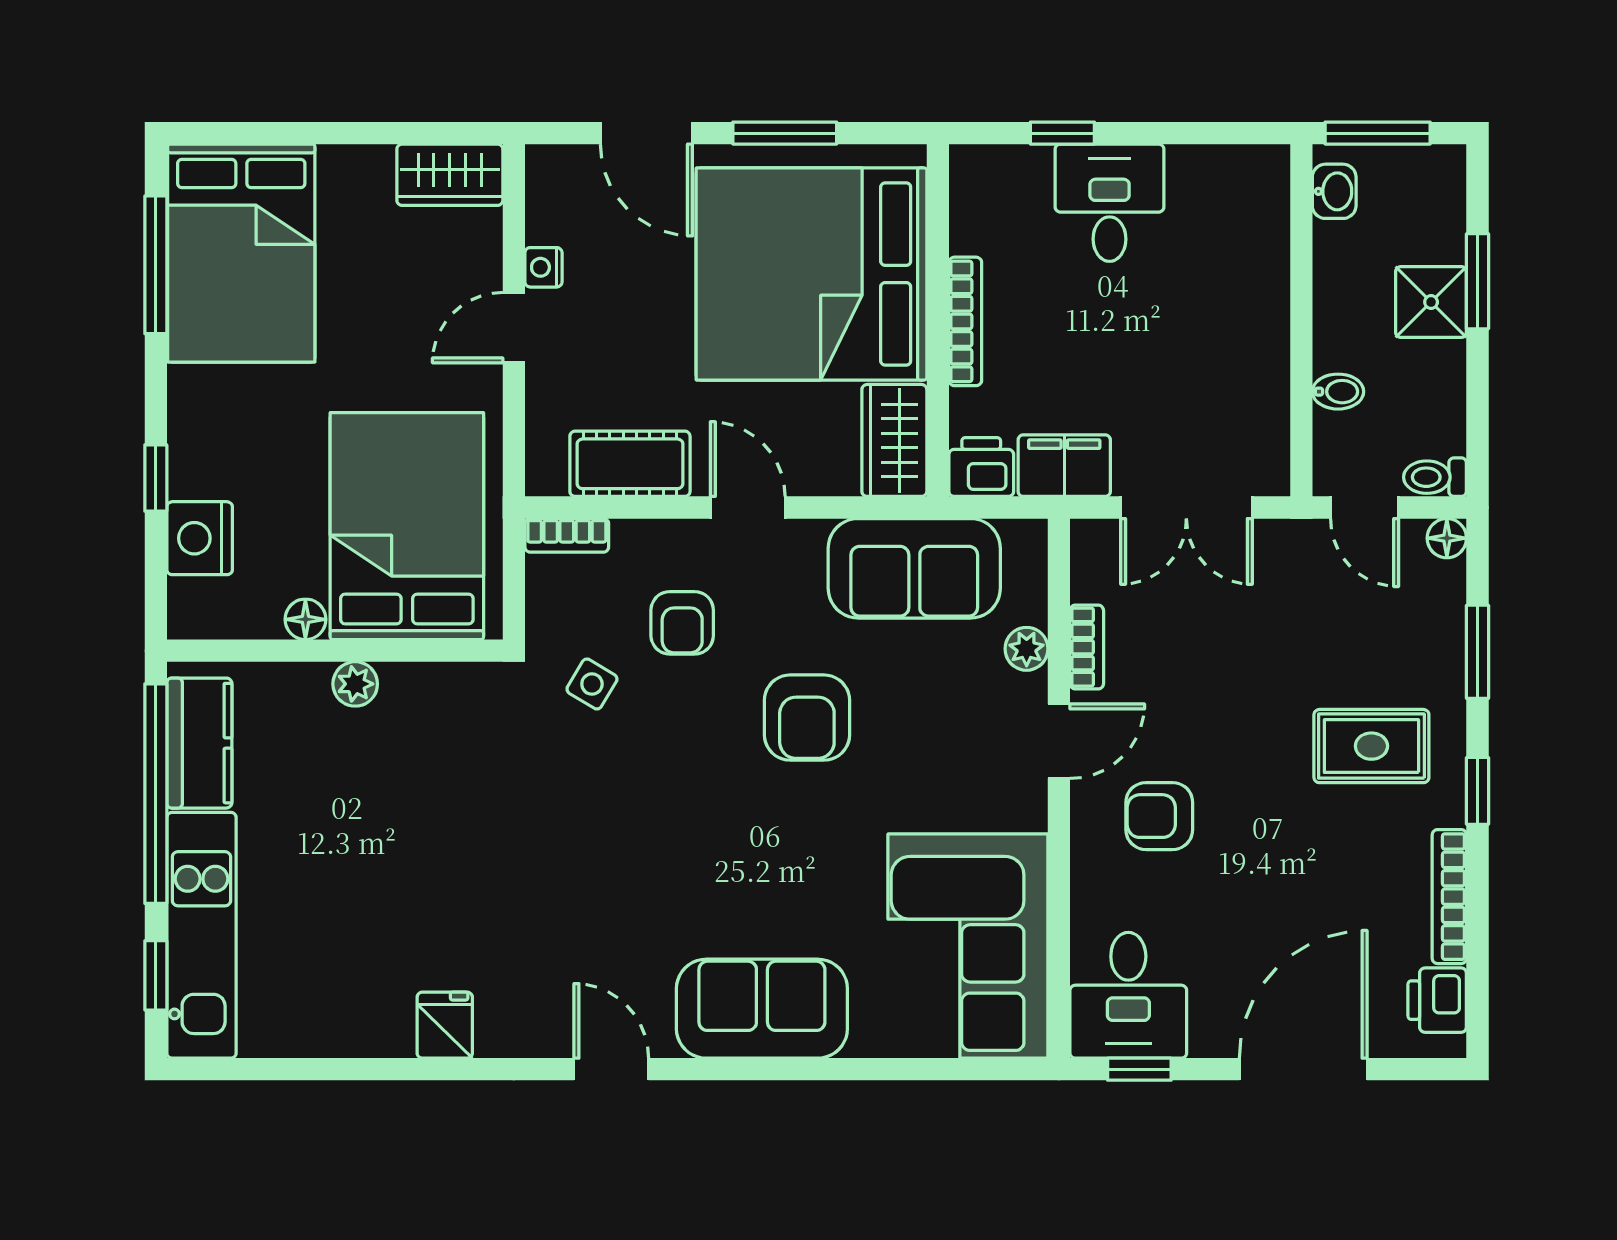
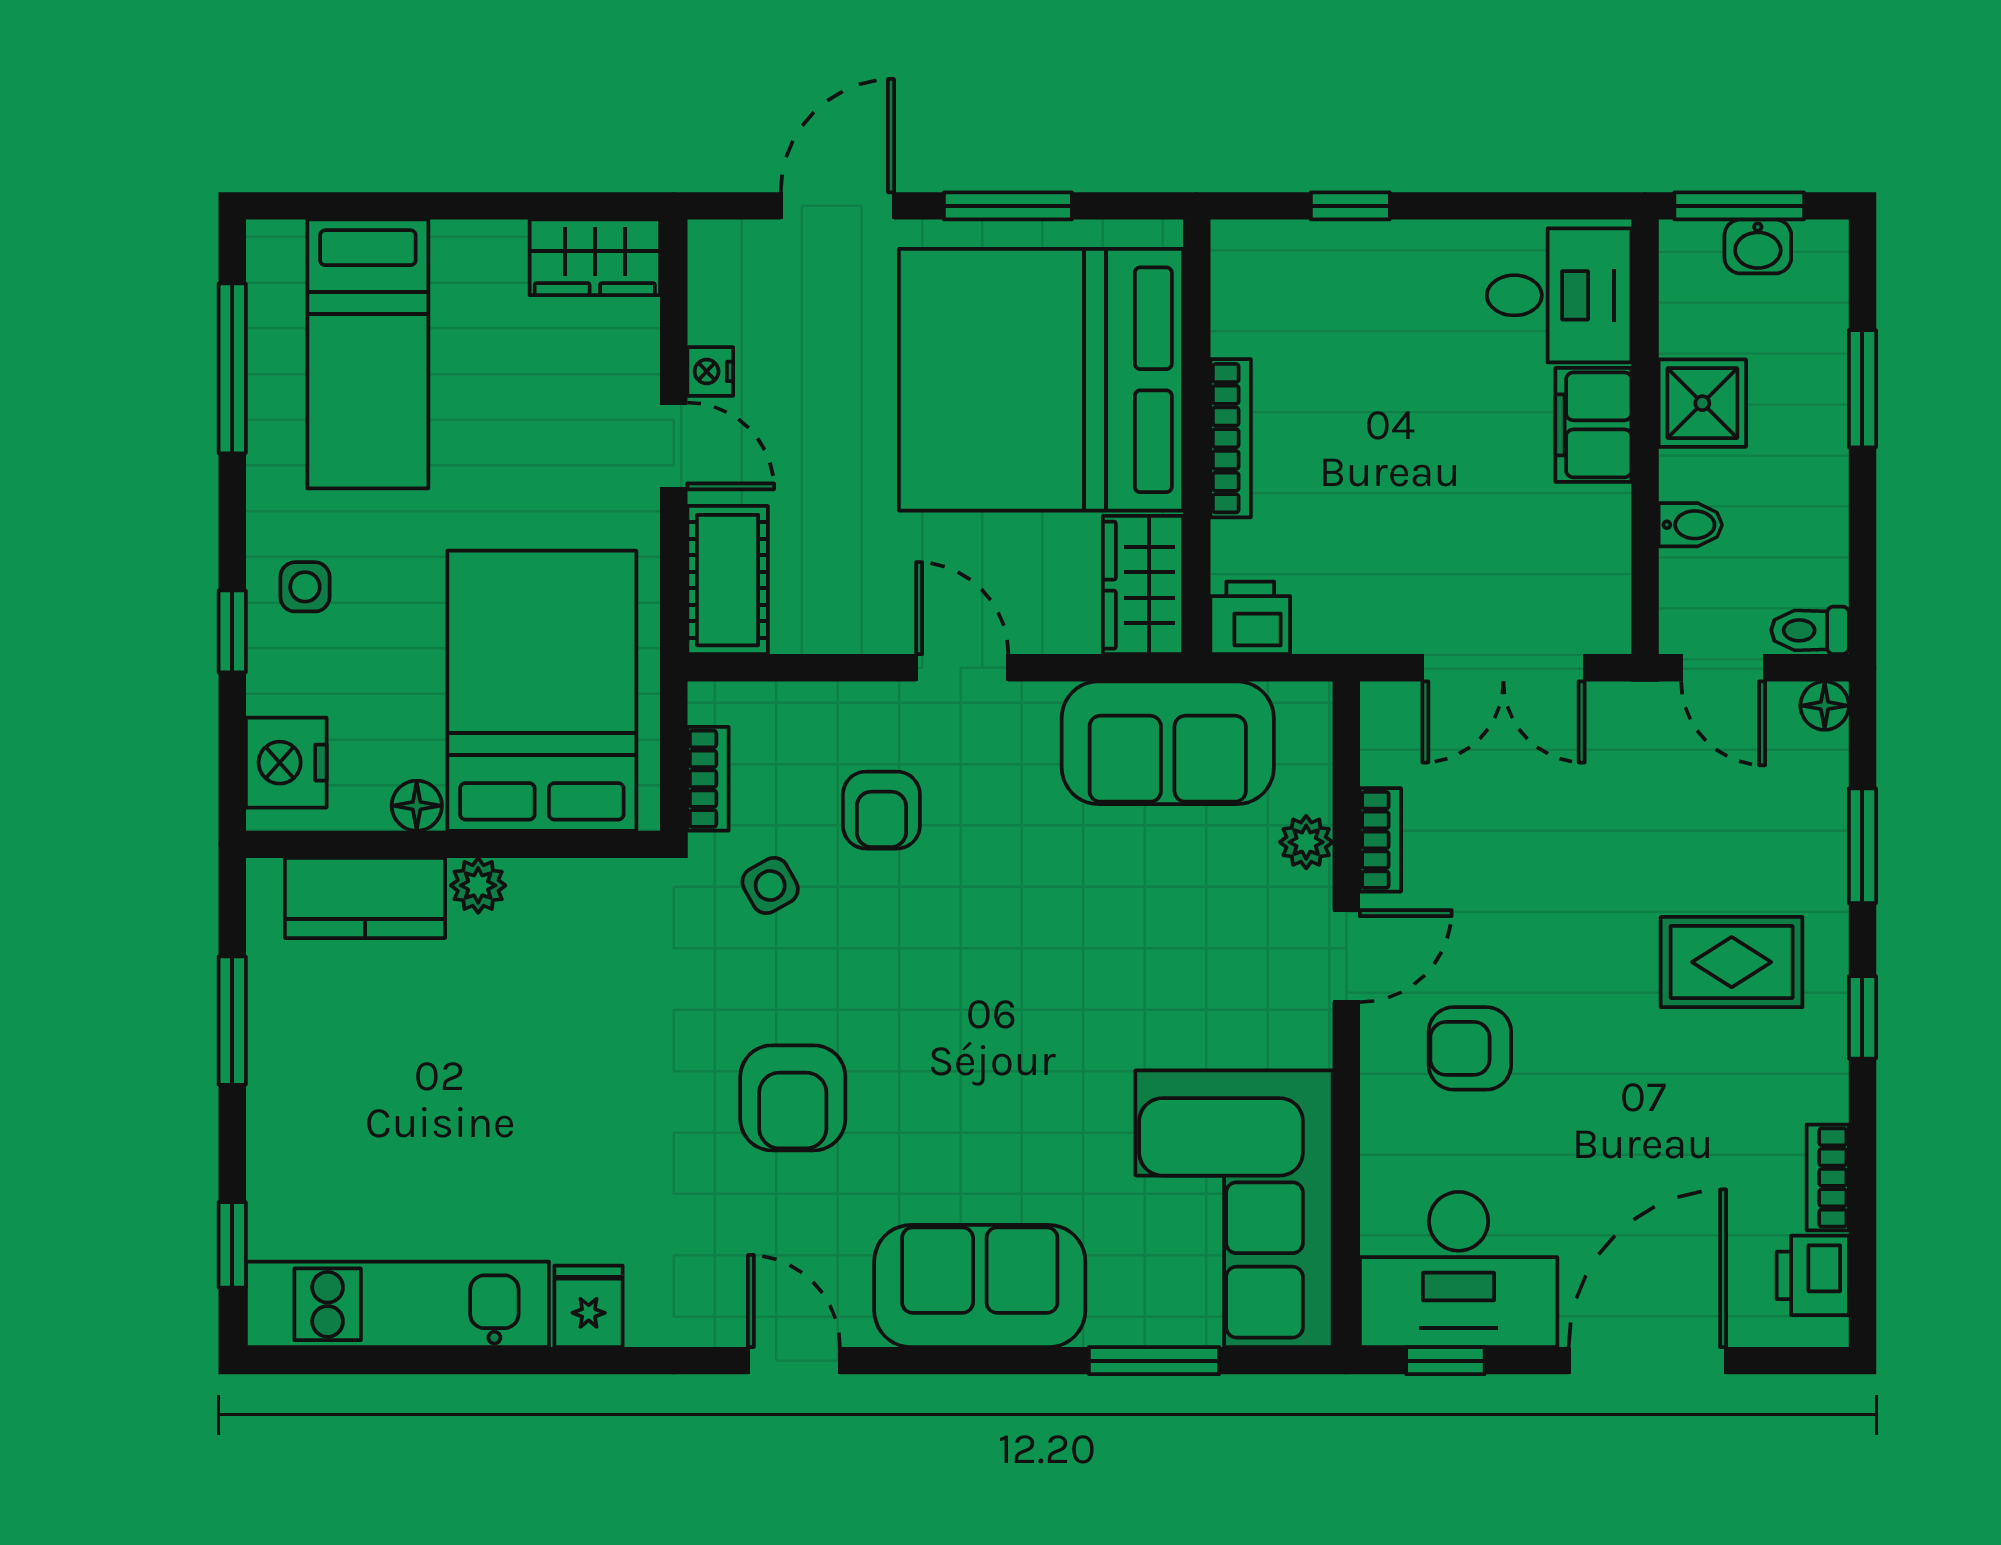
door: (646, 133) -> (837, 206), swing flipped
washbasin: (1334, 191) -> (1758, 246), moved, turned 90
desk: (1110, 203) -> (1559, 295), moved, turned 90
bed: (241, 253) -> (368, 354), width x0.67
shower: (1431, 302) -> (1702, 403), moved
door: (514, 328) -> (674, 446), swing flipped
side table: (215, 442) -> (305, 587), added
cot: (630, 464) -> (728, 580), moved, turned 90
filing cabinet: (1064, 466) -> (1593, 425), moved, turned -90
bookcase: (567, 535) -> (708, 779), moved, turned -90
nightstand: (200, 538) -> (286, 763), moved
side table: (592, 684) -> (770, 886), turned 30
armchair: (807, 718) -> (793, 1098), moved
kitchen counter: (199, 743) -> (365, 898), moved, turned 90
window: (156, 794) -> (232, 1021), width x0.47
bookcase: (1449, 897) -> (1828, 1177), width x0.64
kitchen unit: (201, 935) -> (397, 1304), moved, turned -90
desk: (1128, 995) -> (1459, 1269), width x1.37
window: (903, 1069) -> (1154, 1361), added

